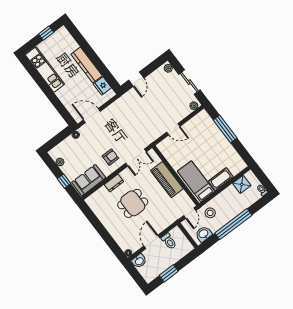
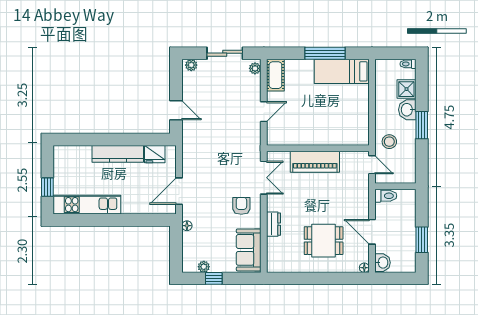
window: (46, 33) -> (47, 187), moved
window: (225, 129) -> (325, 53), moved
cot: (221, 179) -> (275, 75), moved
window: (64, 181) -> (214, 278), moved
bed: (196, 181) -> (342, 71), moved
shower: (242, 184) -> (406, 89), moved
dining table: (133, 203) -> (324, 241), moved, turned 90
window: (233, 224) -> (422, 125), width x0.47
washbasin: (204, 234) -> (407, 110), moved
toilet: (169, 241) -> (386, 196), moved

